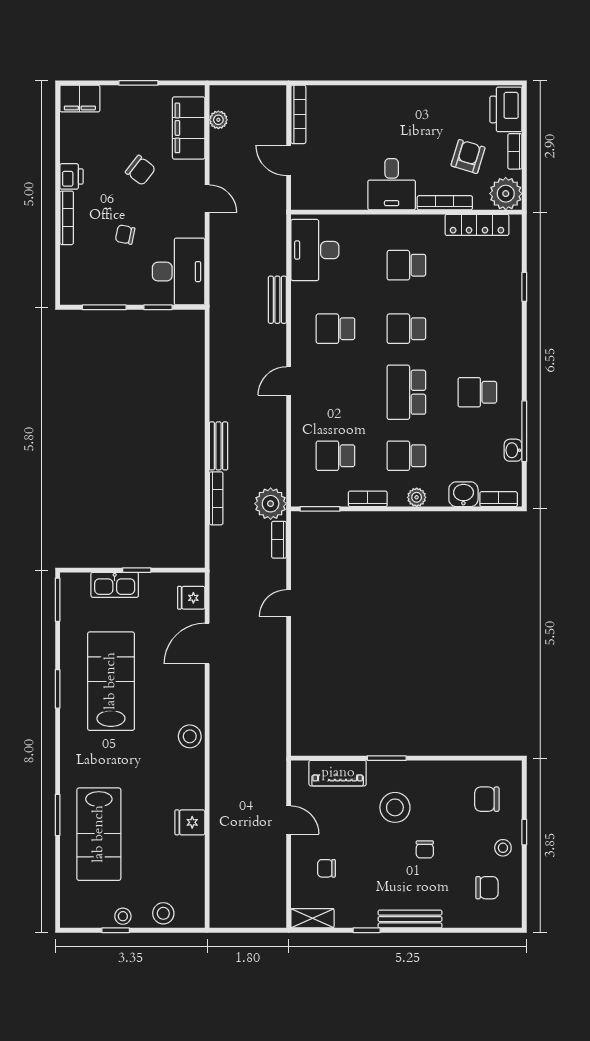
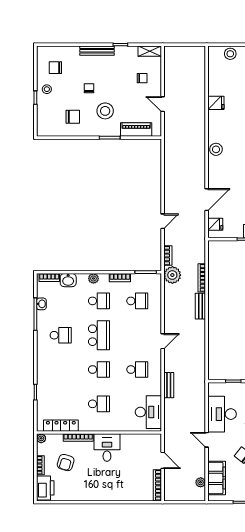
plant: (506, 194) -> (41, 438), width x0.53, depth x0.53
desk: (179, 272) -> (222, 414), moved
chair: (487, 799) -> (73, 117), moved

